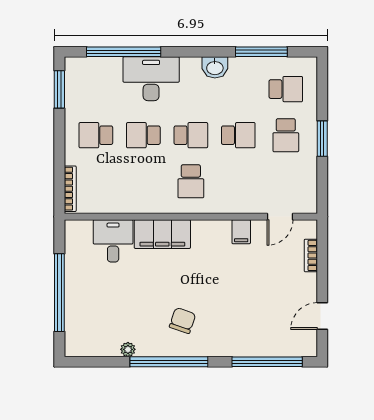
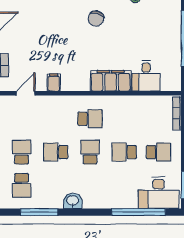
desk: (151, 79) -> (159, 193), moved
school desk: (286, 89) -> (22, 185), turned -90
school desk: (143, 135) -> (124, 152), turned 180
school desk: (191, 135) -> (90, 152), turned 90
school desk: (191, 181) -> (90, 119), turned 90

